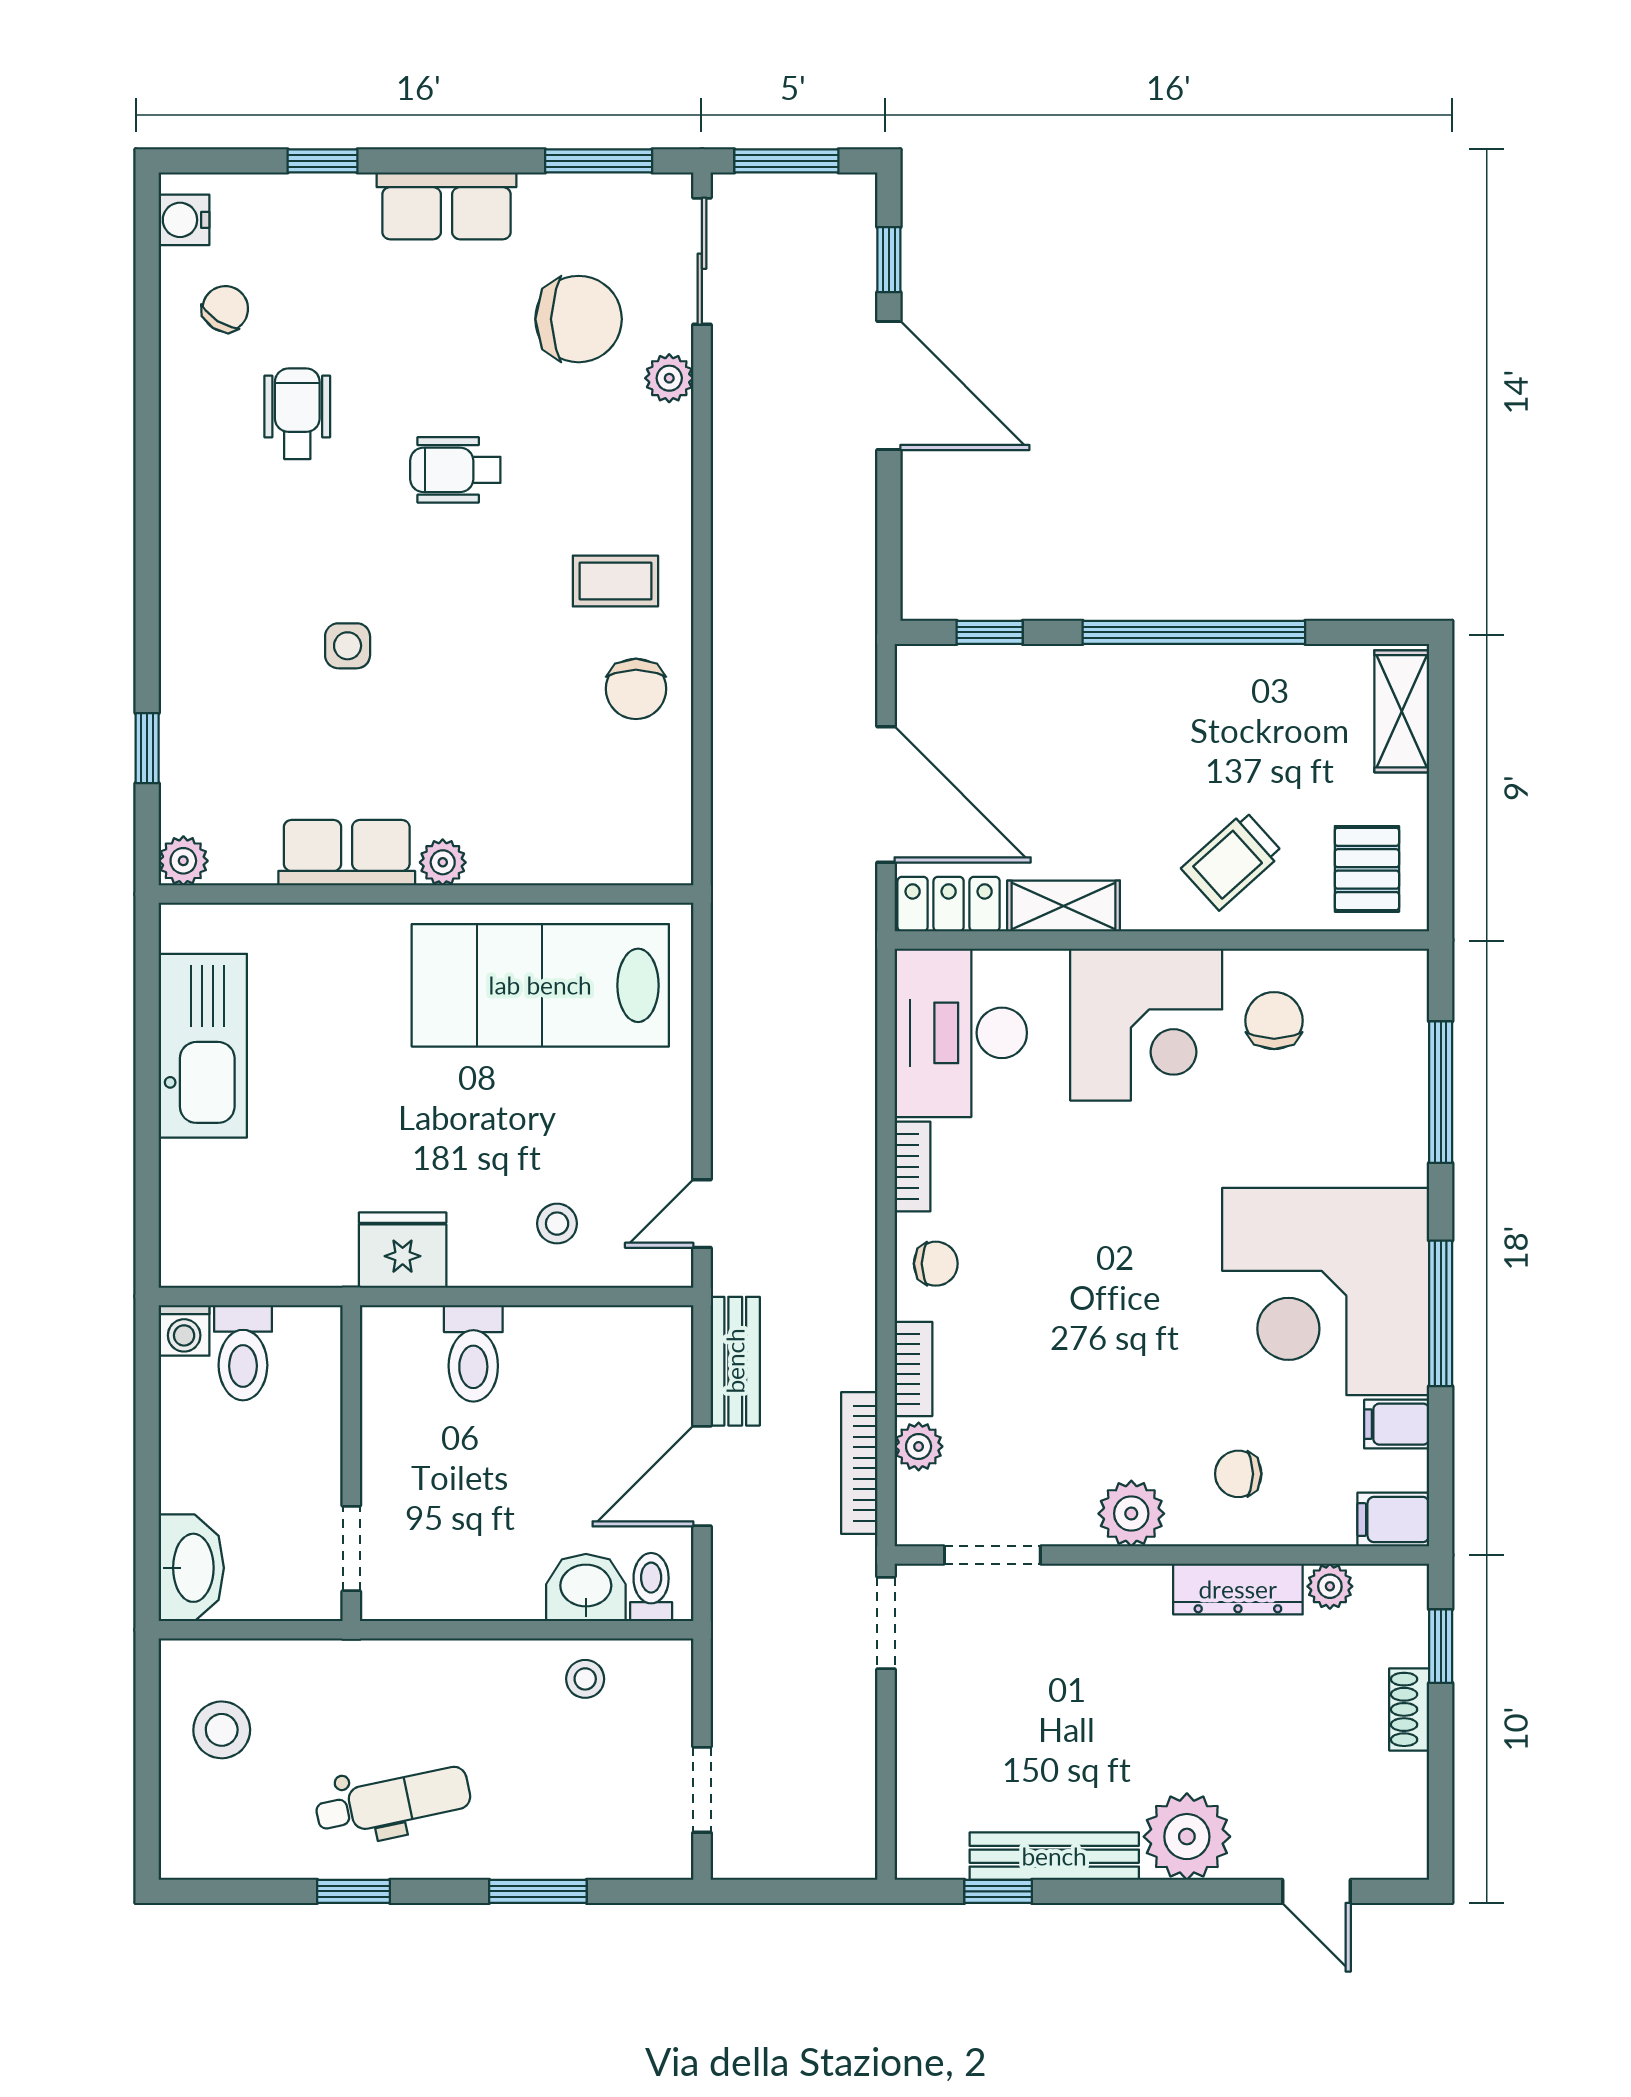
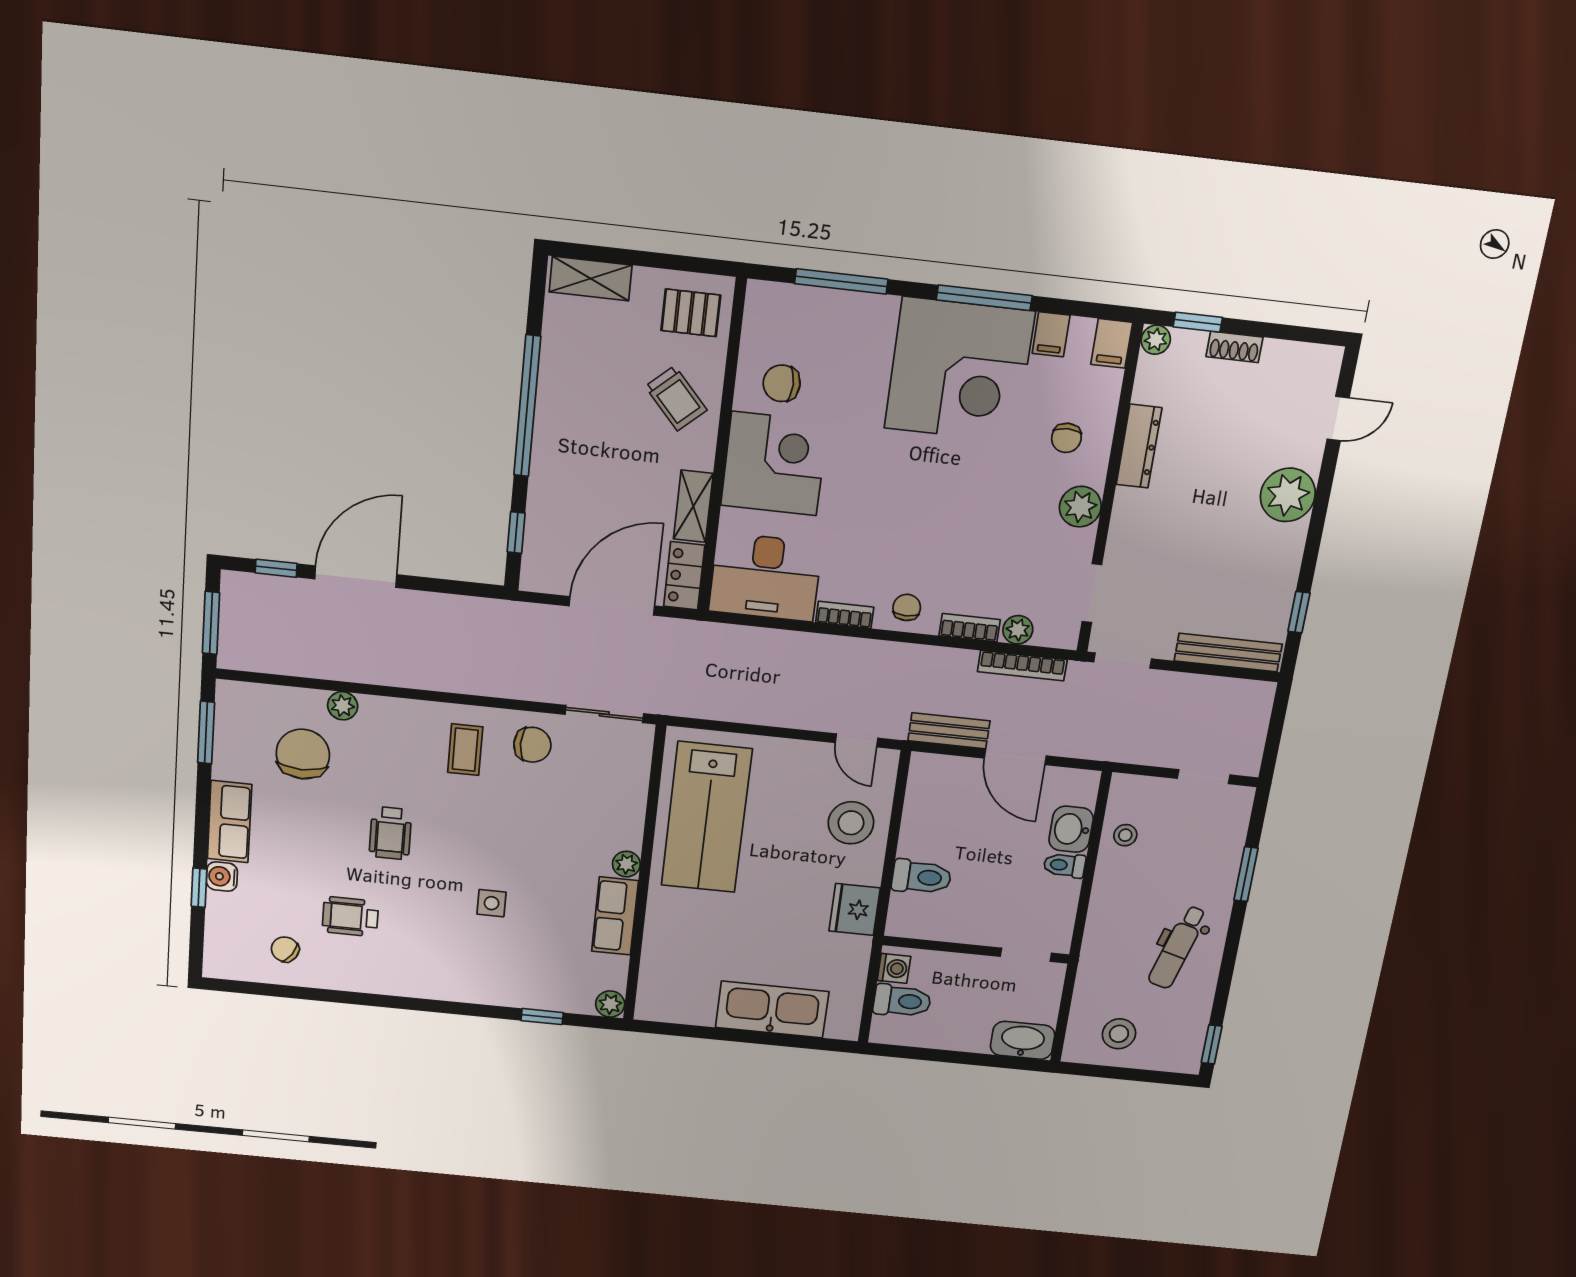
water cooler: (184, 220) -> (222, 877), moved, turned 90
sliding door: (702, 261) -> (604, 714), moved
kitchen sink: (203, 1046) -> (772, 1010), moved
stool: (557, 1224) -> (851, 823), width x1.89, depth x1.89
washing machine: (184, 1330) -> (894, 968), moved
plant: (1330, 1586) -> (1156, 340), moved
toilet: (651, 1587) -> (1064, 865), moved
dental chair: (393, 1801) -> (1178, 947), turned -152
bench: (1054, 1856) -> (1228, 652), moved, turned 90
window: (353, 1891) -> (1212, 1044), moved

